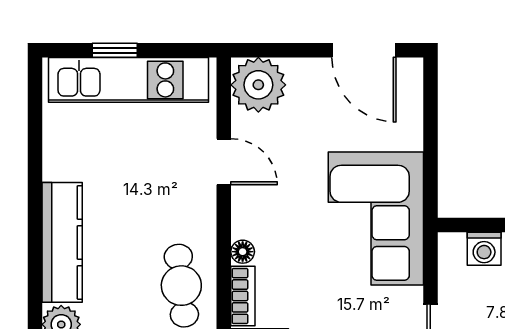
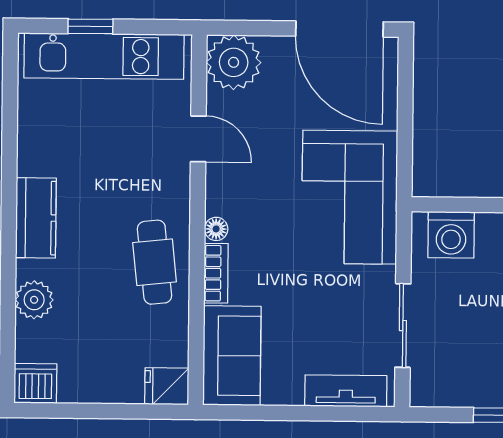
door: (364, 50) -> (340, 29), width x1.36
kitchen counter: (62, 242) -> (36, 218), width x0.67
washing machine: (484, 249) -> (451, 235), width x1.38, depth x1.38

